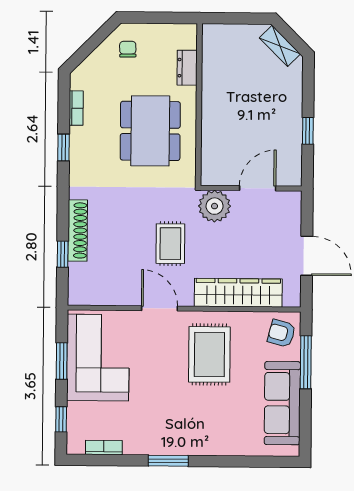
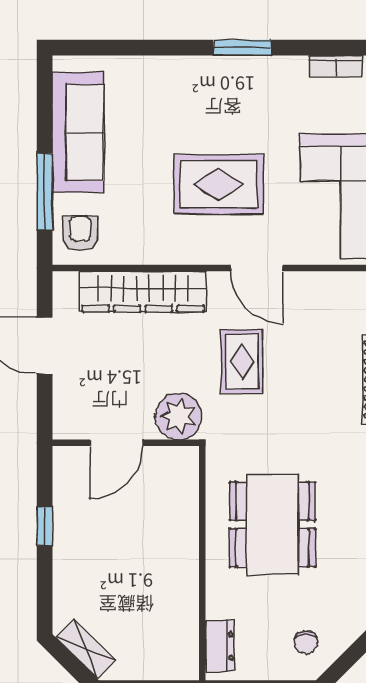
dresser: (187, 68) -> (220, 646), moved
armchair: (281, 333) -> (80, 233), turned -105
rug: (209, 354) -> (219, 184), moved, turned 90

